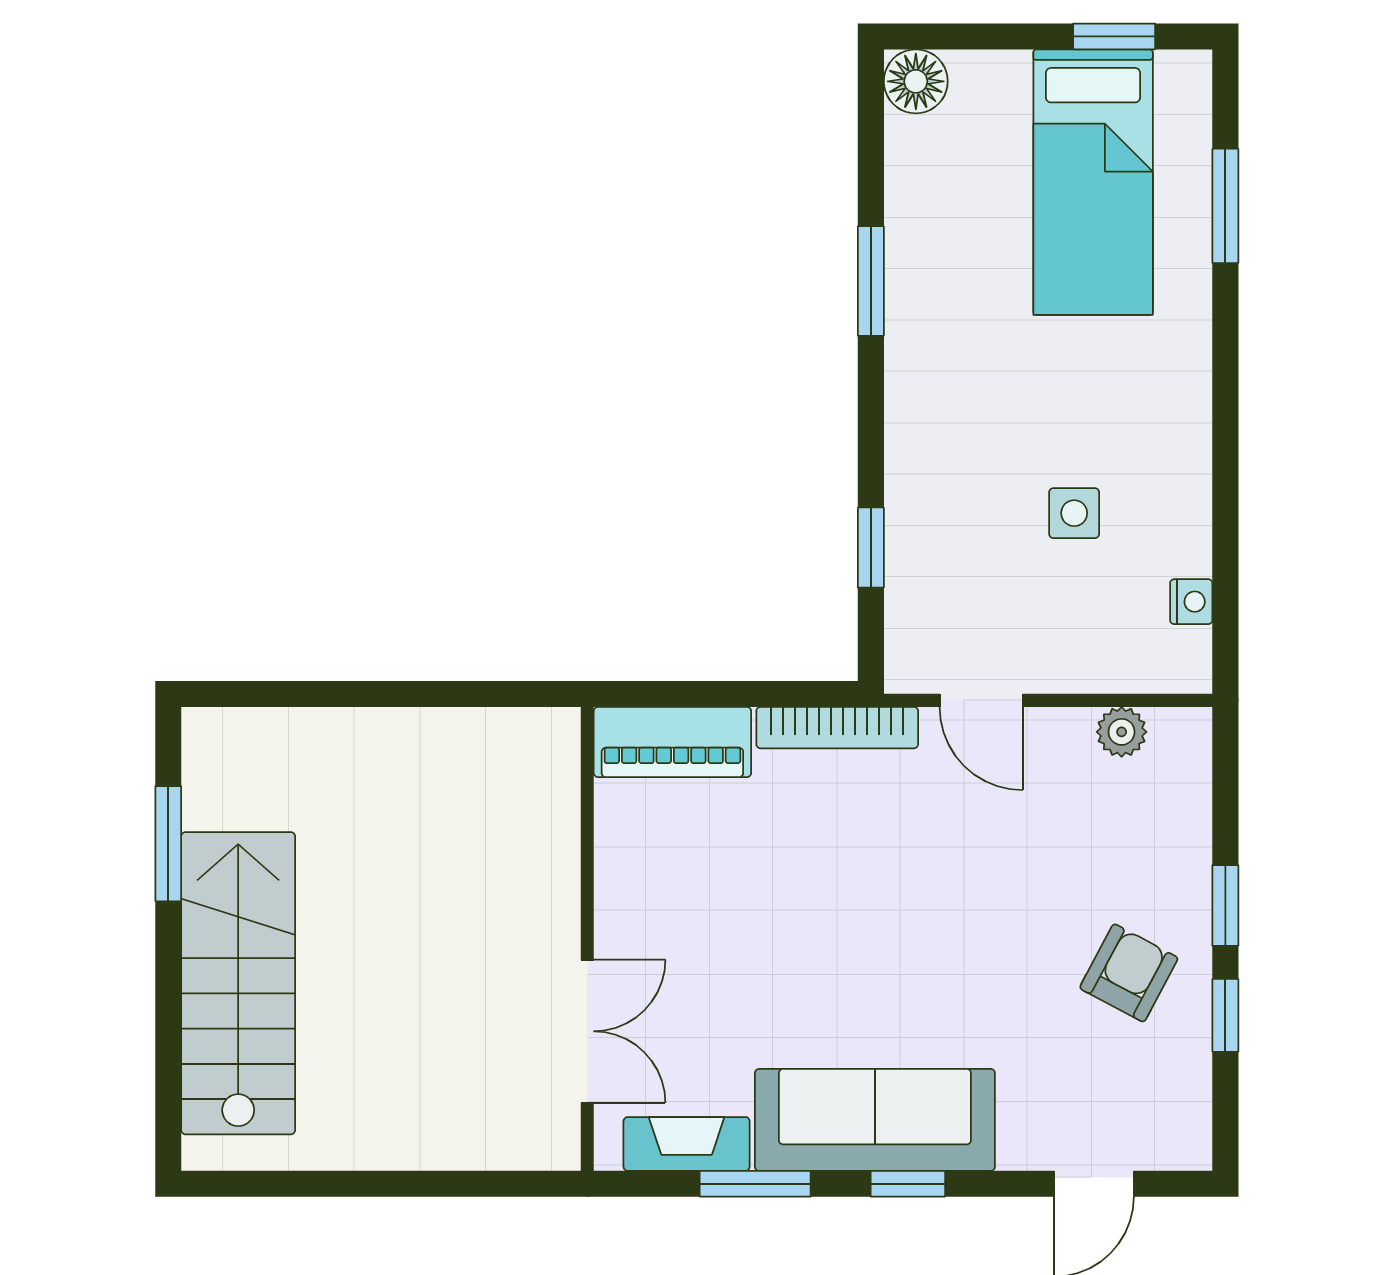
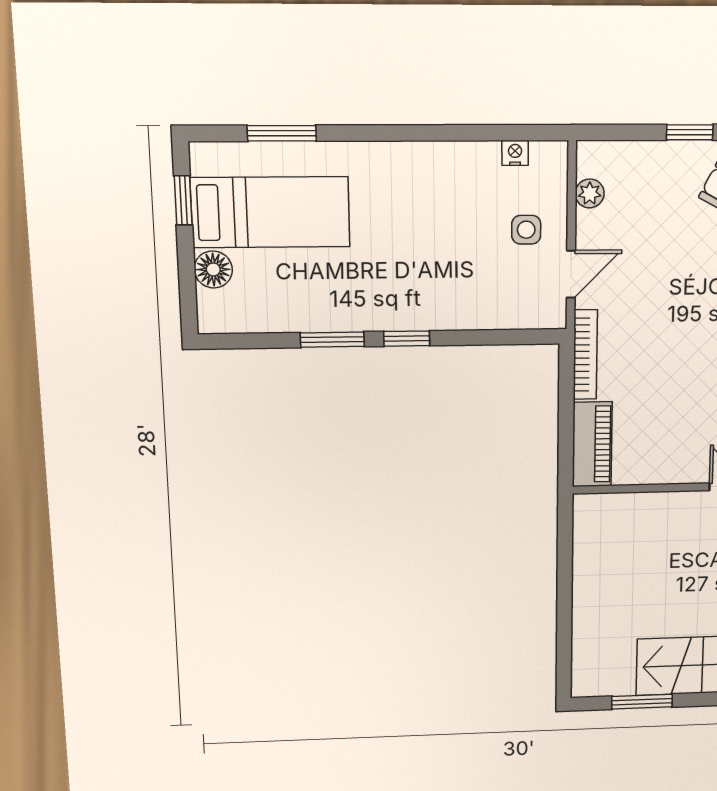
floor lamp: (916, 81) -> (213, 269), moved
side table: (1074, 513) -> (526, 230), moved
window: (871, 548) -> (407, 339), moved

